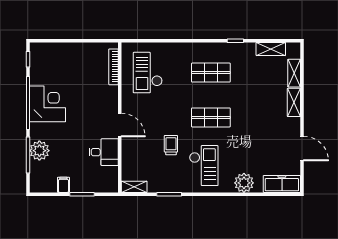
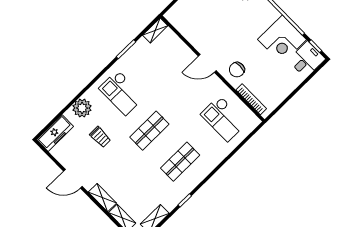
checkout: (148, 73) -> (224, 119), turned 180
chair: (102, 99) -> (237, 70), added
corner desk: (48, 104) -> (282, 39), moved
trolley: (171, 145) -> (100, 137), moved
door: (302, 149) -> (73, 179), moved
desk: (104, 152) -> (307, 60), moved, turned 180

